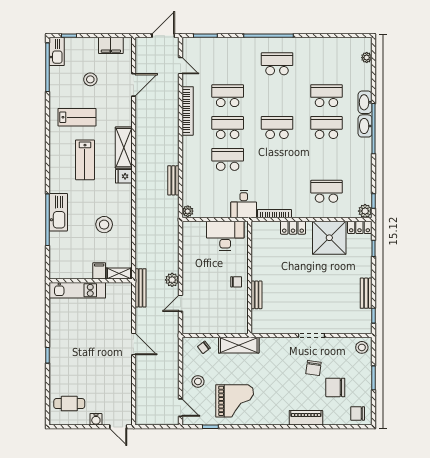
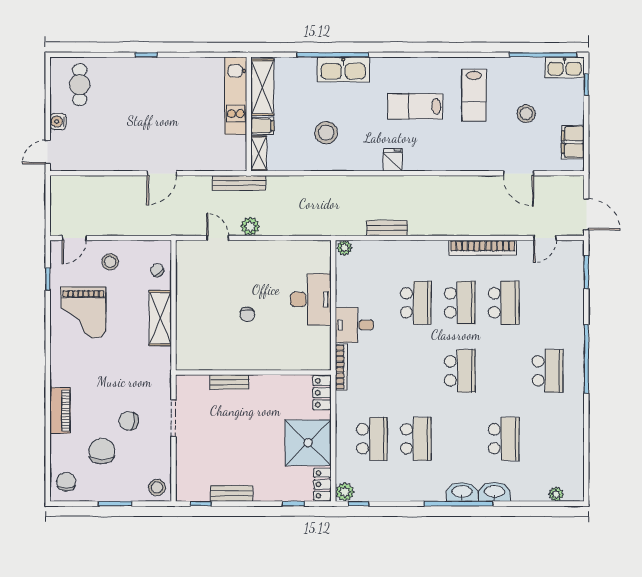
school desk: (326, 128) -> (416, 439), moved
shelving: (124, 148) -> (262, 87), moved, turned 90
wall: (250, 277) -> (253, 373), moved
bench: (257, 295) -> (229, 382), moved

